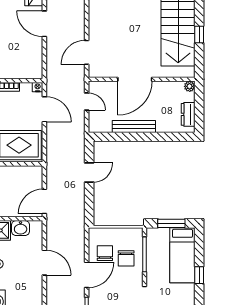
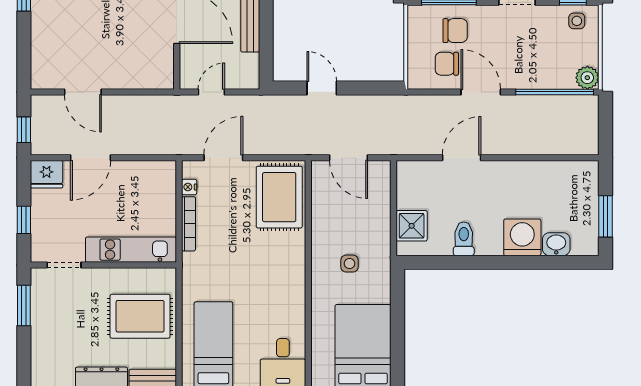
door: (87, 52) -> (83, 92), moved
nightstand: (38, 87) -> (189, 187), moved
door: (44, 201) -> (349, 158), moved
washbasin: (21, 228) -> (408, 195), removed

